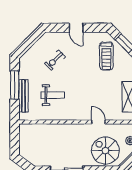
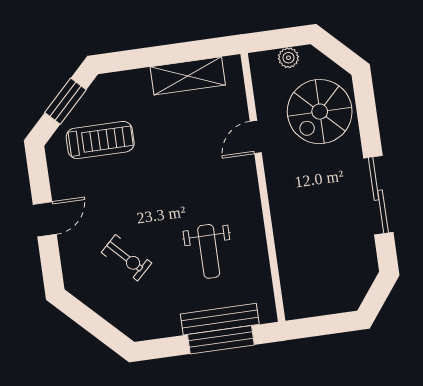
window: (15, 85) -> (221, 340), moved
weight bench: (53, 95) -> (209, 251), turned 180

